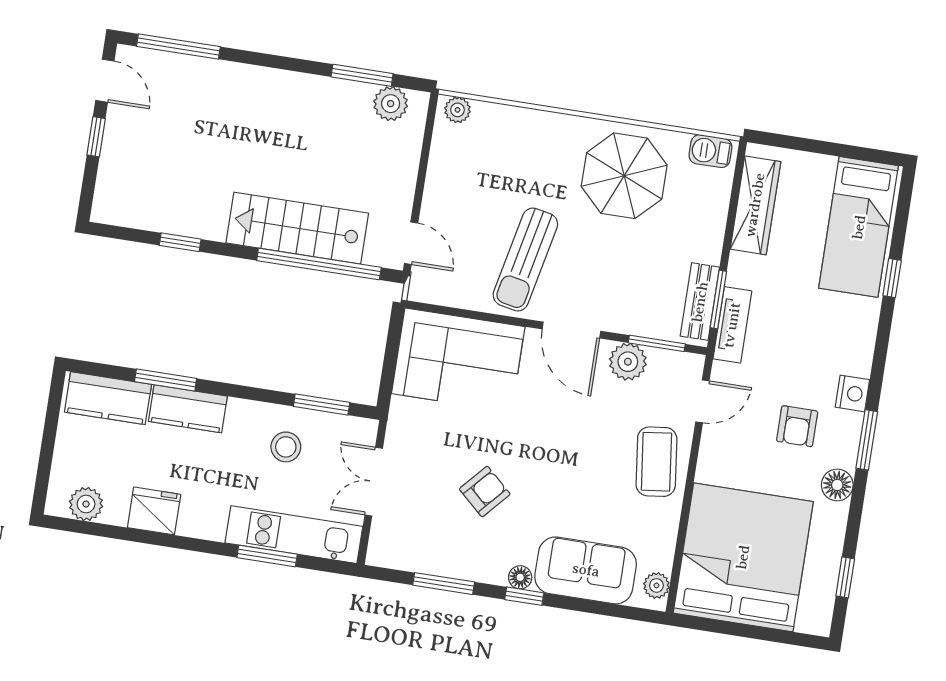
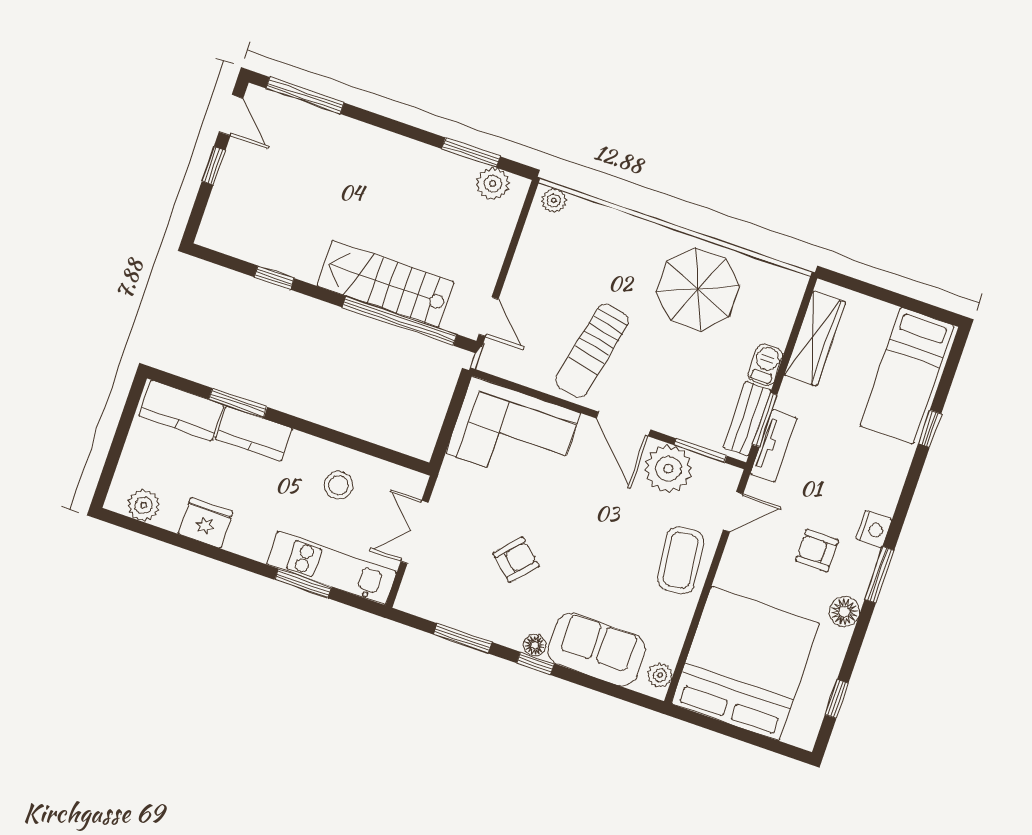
barbecue: (710, 151) -> (765, 365), moved, turned 90
plant: (628, 362) -> (668, 469), width x1.36, depth x1.36
window: (322, 404) -> (379, 452), removed
armchair: (797, 426) -> (817, 551), turned 90

